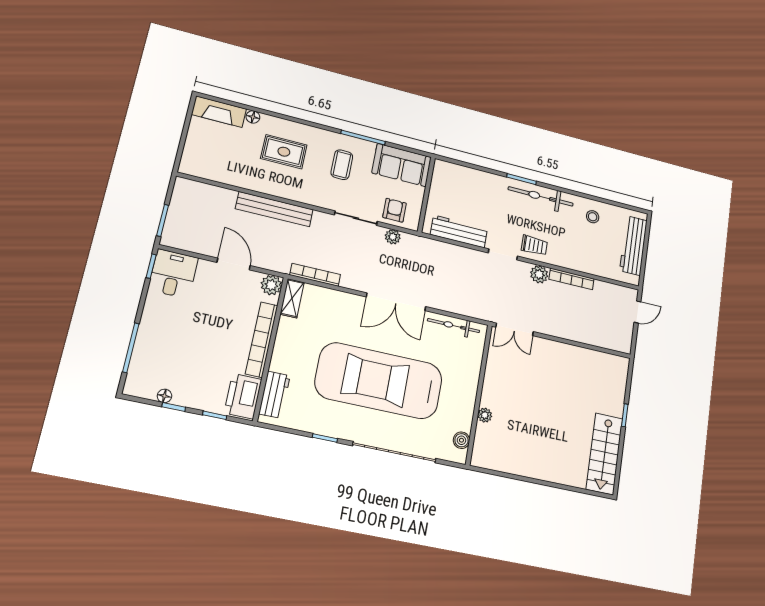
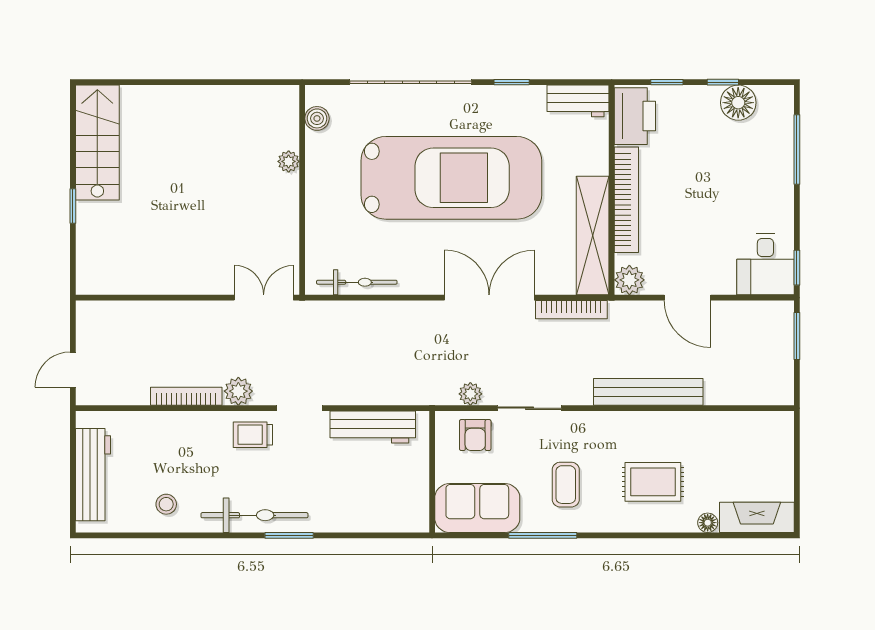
shelving: (292, 298) -> (593, 236), width x2.20, depth x1.33
double door: (396, 302) -> (489, 298), moved
workbench: (274, 395) -> (578, 101), moved, turned -90
floor lamp: (164, 396) -> (738, 103), width x1.89, depth x1.89

